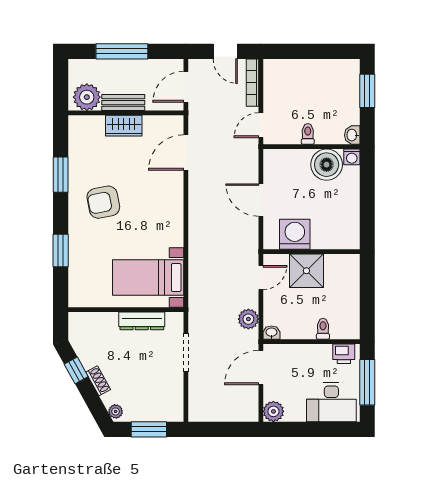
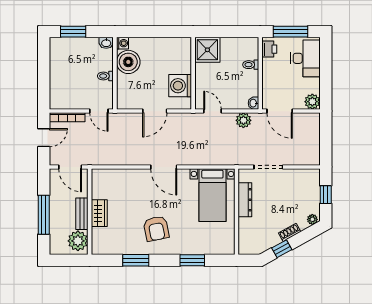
door: (186, 153) -> (164, 167), moved
shower: (306, 271) -> (207, 50), moved
window: (149, 429) -> (326, 195), width x0.67

